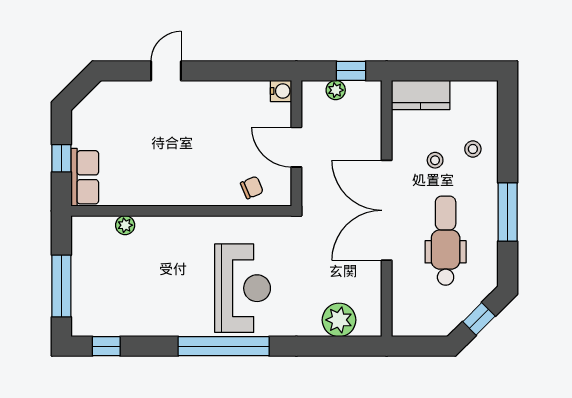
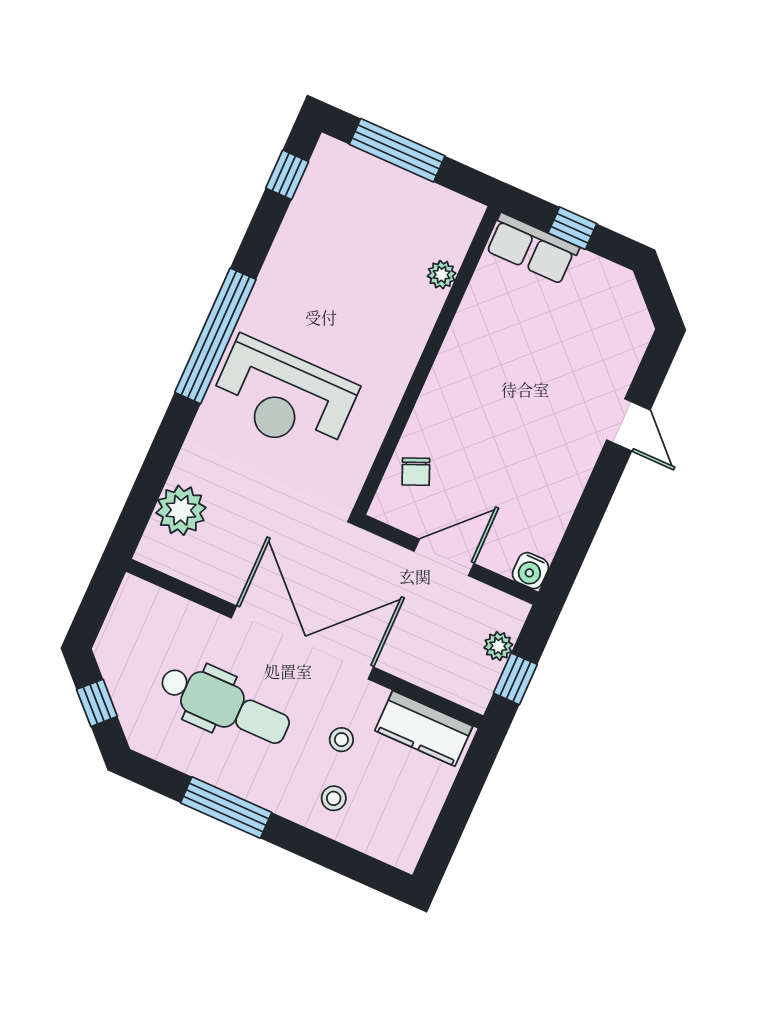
kitchen counter: (421, 95) -> (424, 728), moved, turned -90

